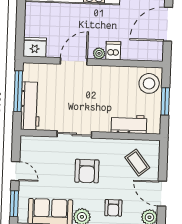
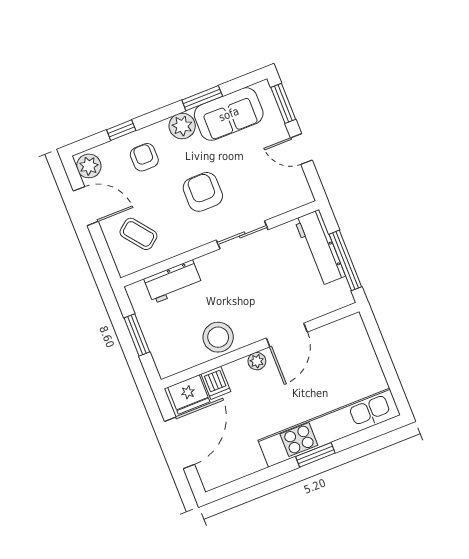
fridge: (35, 47) -> (189, 394), moved
dishwasher: (113, 51) -> (216, 383), moved
stool: (149, 83) -> (218, 337), moved

